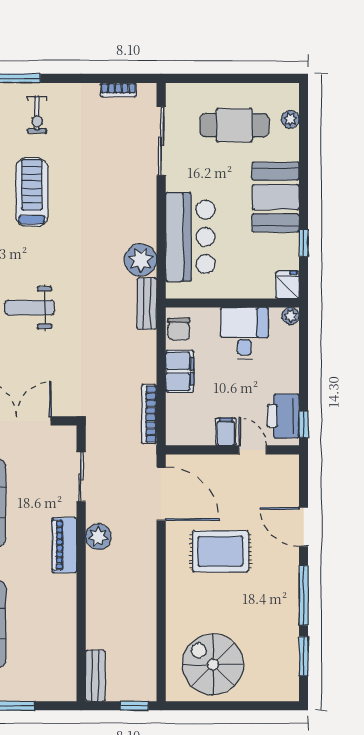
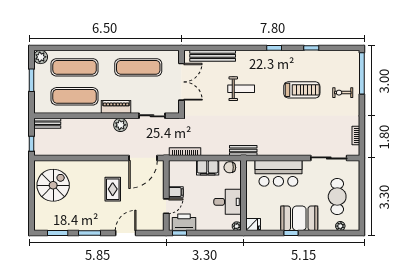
window: (304, 243) -> (291, 233), moved
plant: (141, 260) -> (266, 147), removed
weight bench: (30, 308) -> (241, 89), turned 90
rug: (220, 551) -> (113, 189), width x0.73, depth x0.70
window: (304, 595) -> (90, 233), width x0.69
exercise mat: (44, 624) -> (75, 96), added

